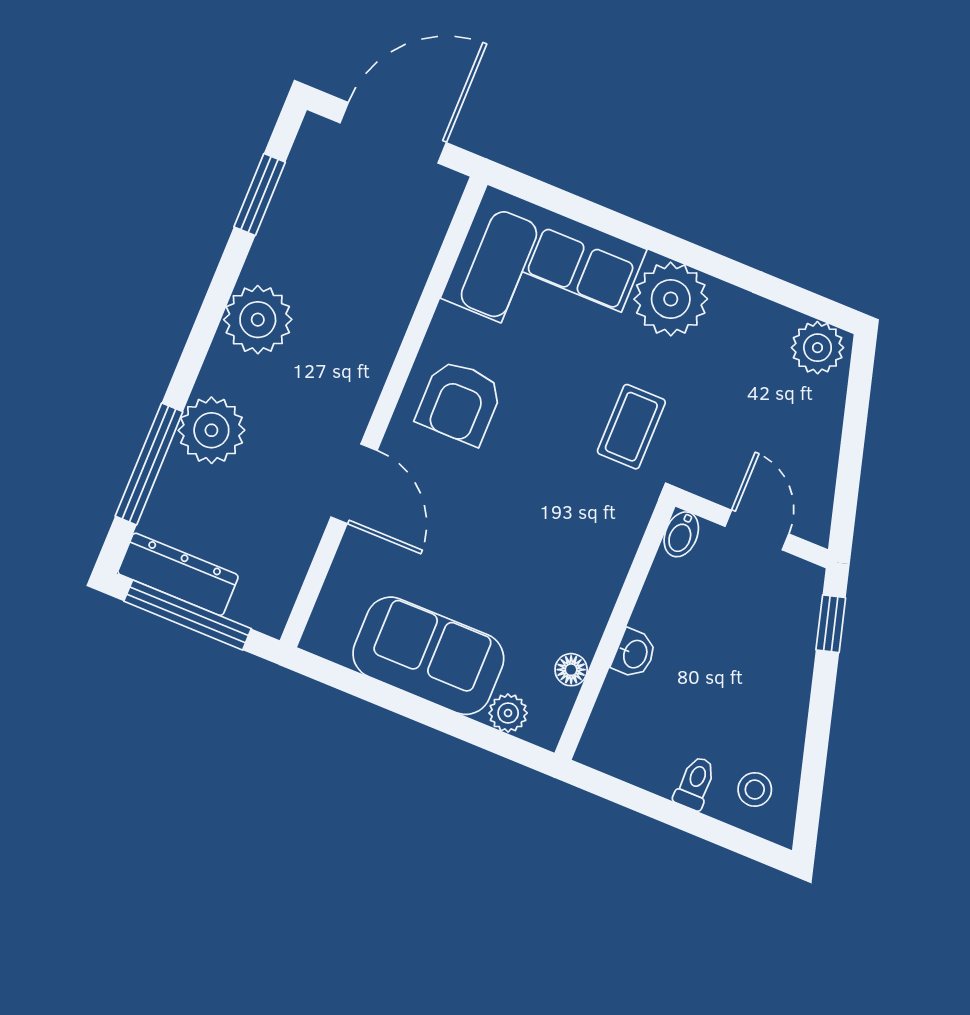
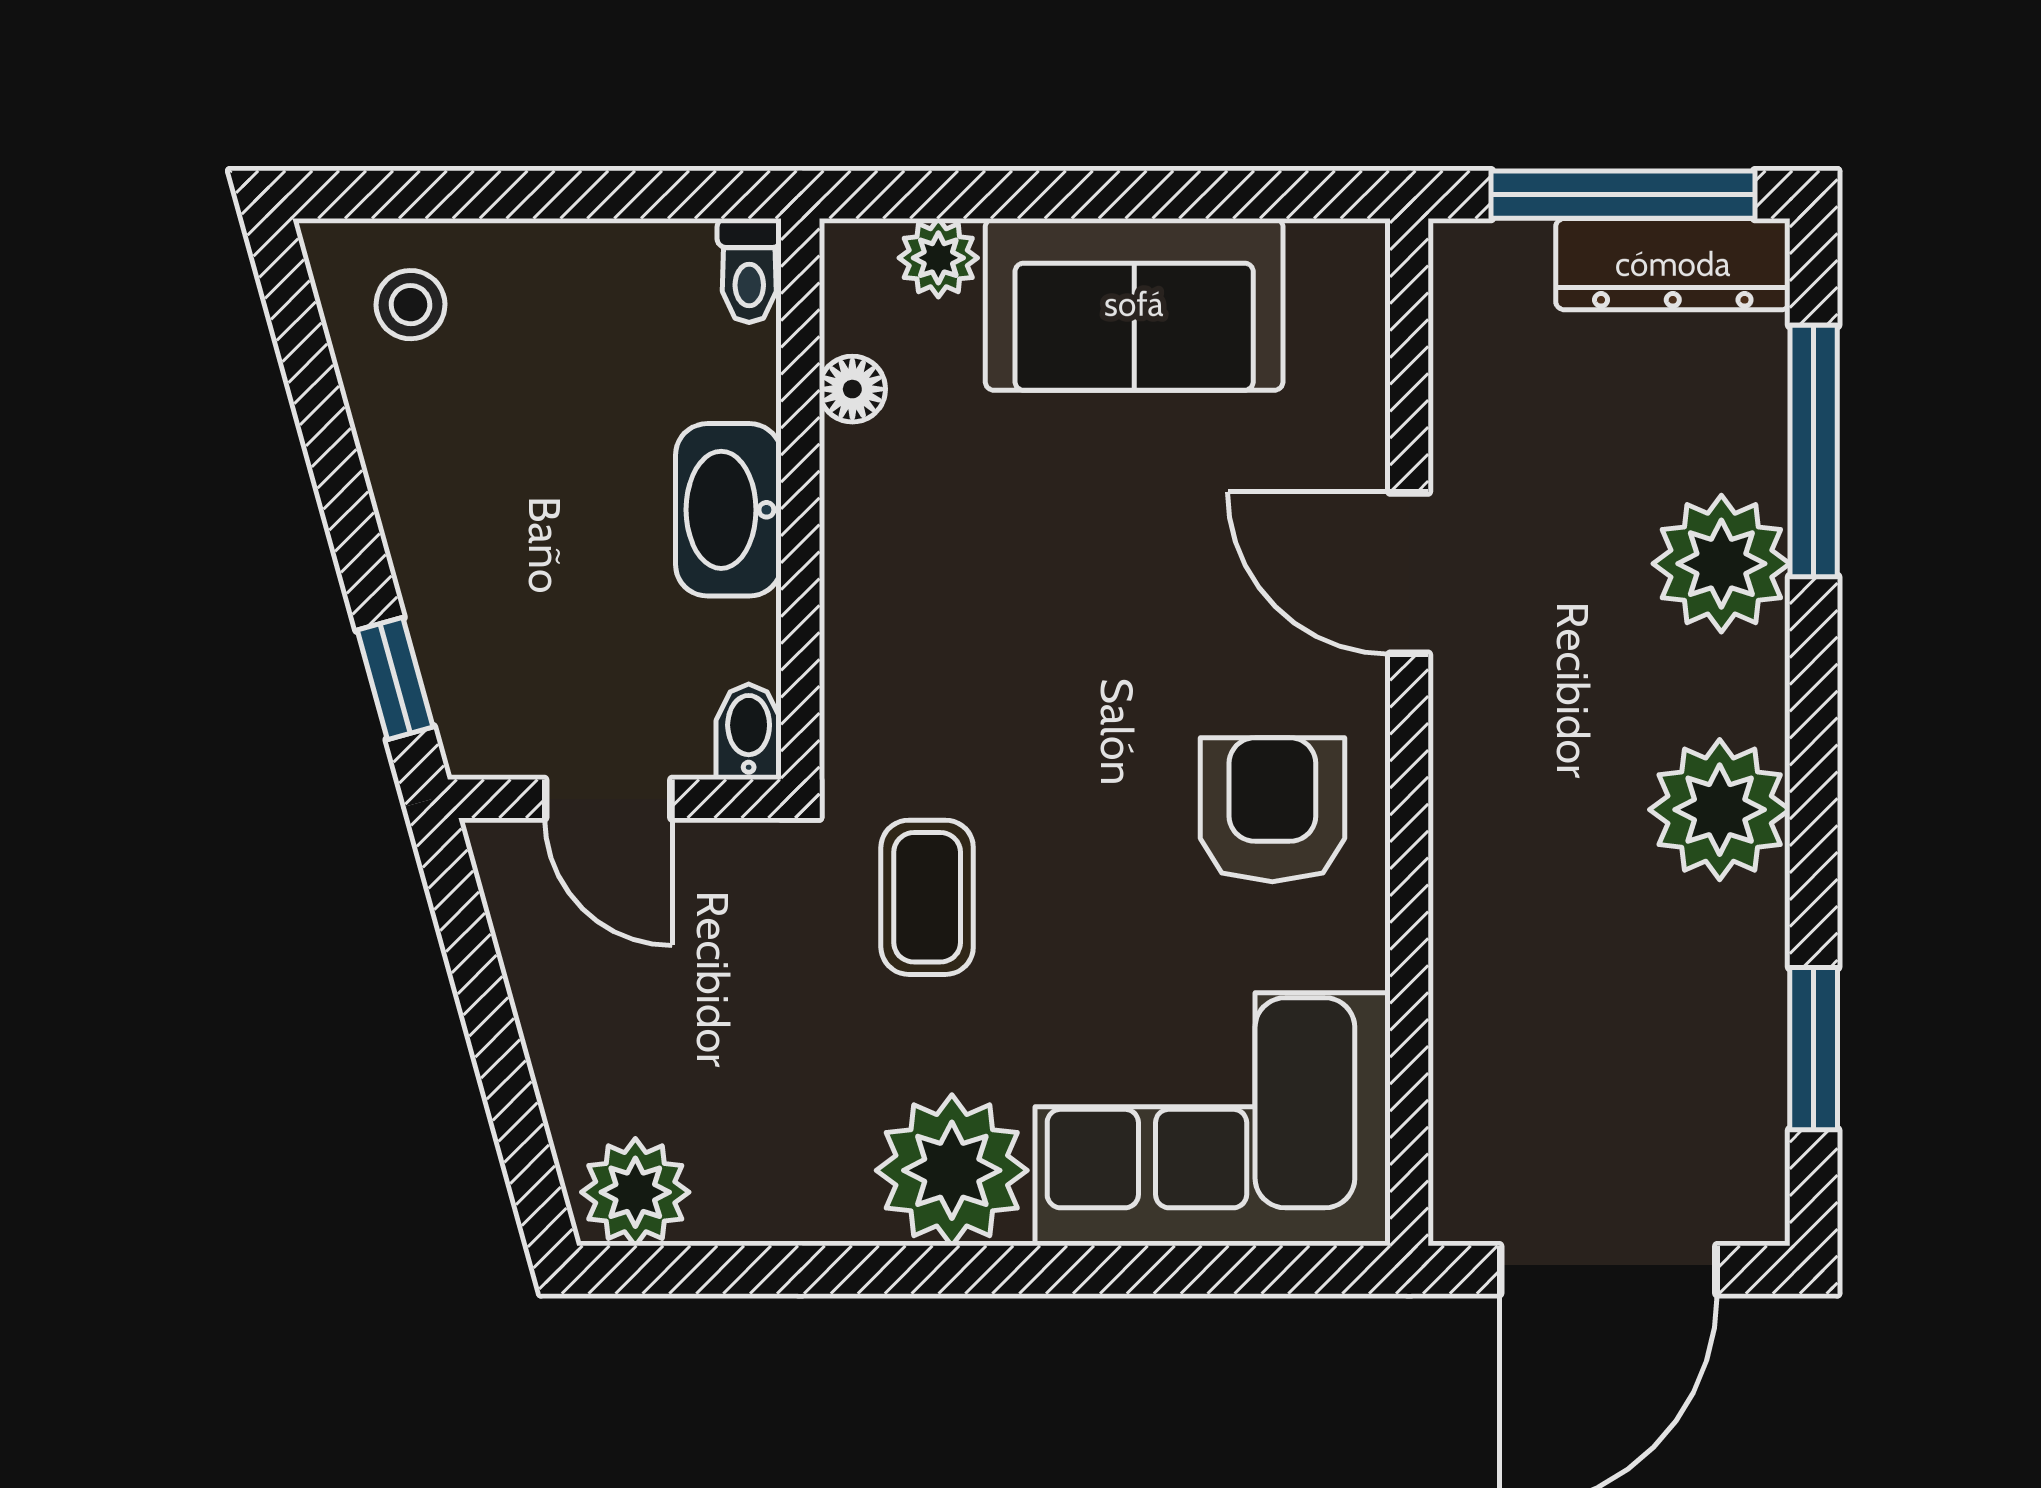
washbasin: (634, 654) -> (728, 510), width x1.91, depth x1.45
toilet: (695, 783) -> (749, 270), moved

